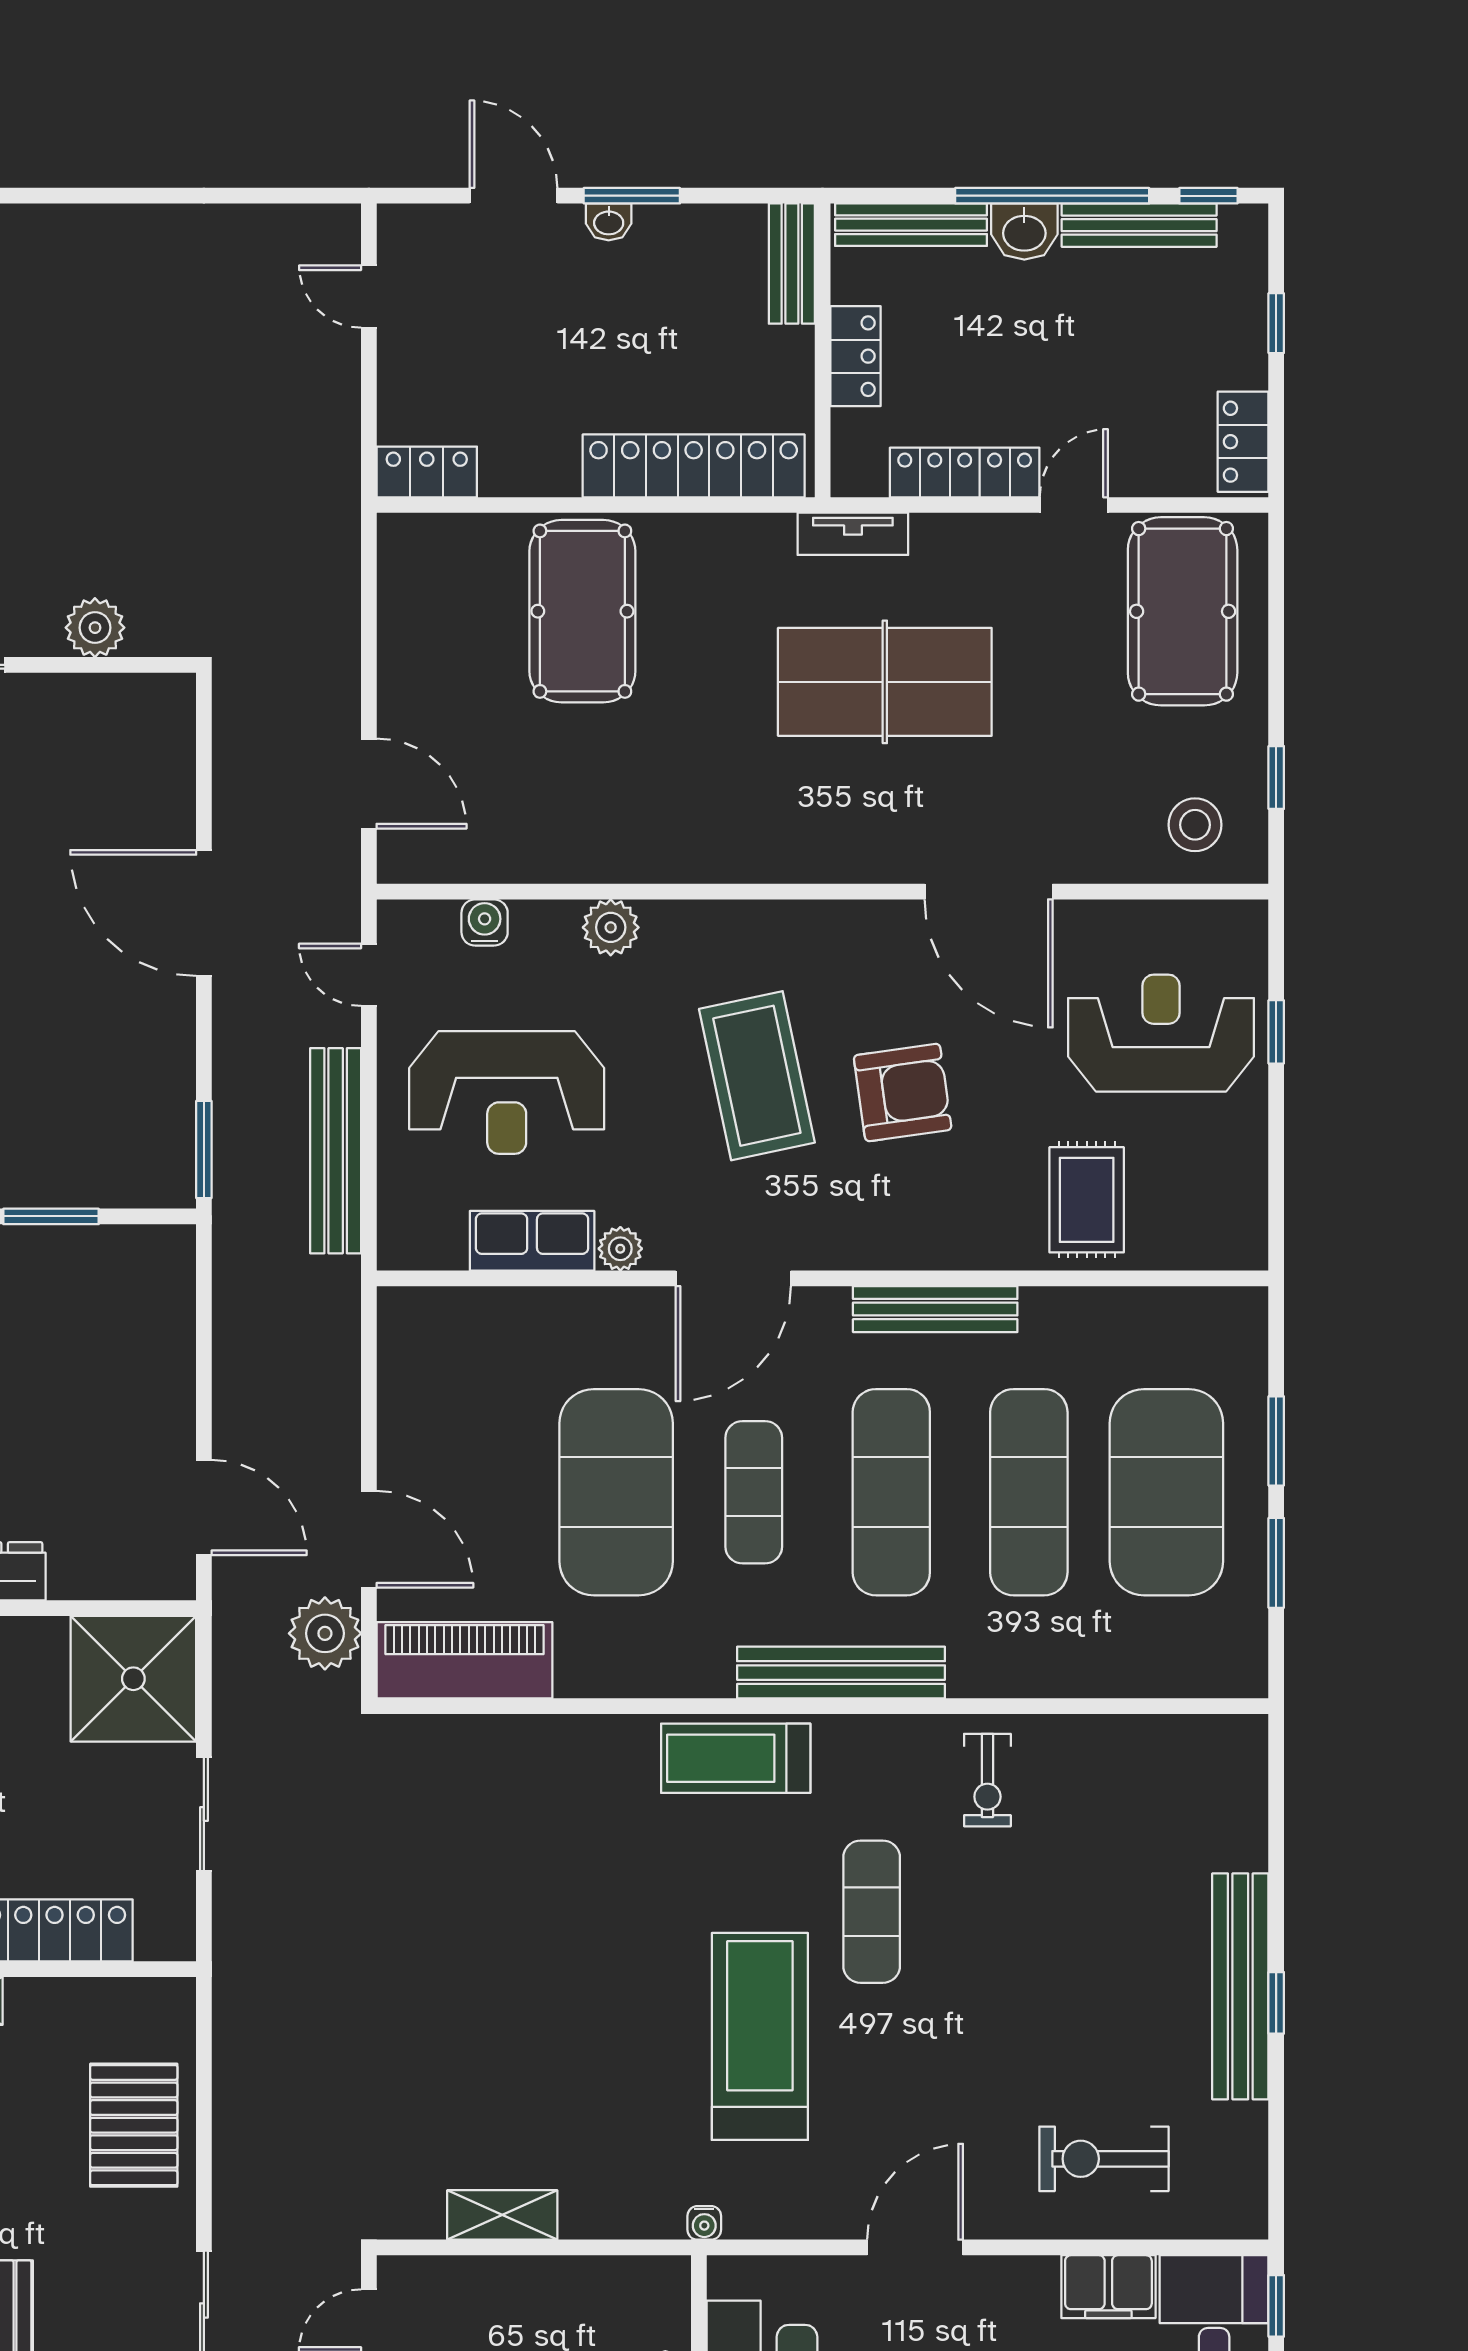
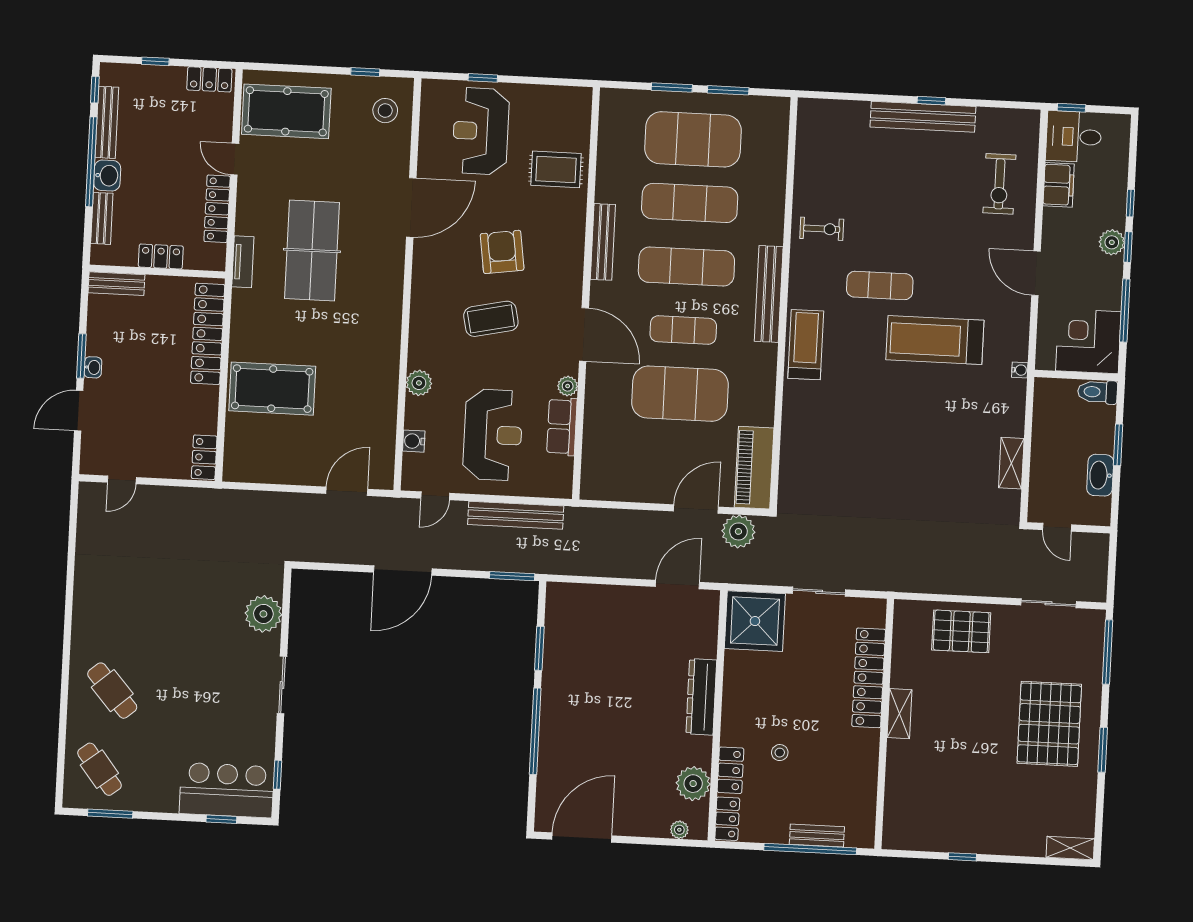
bench: (911, 225) -> (102, 218), width x0.73
plant: (95, 628) -> (263, 614), width x1.36, depth x1.36
coffee table: (757, 1076) -> (491, 319), width x0.73, depth x0.76
treadmill: (736, 1758) -> (806, 345), turned 180

